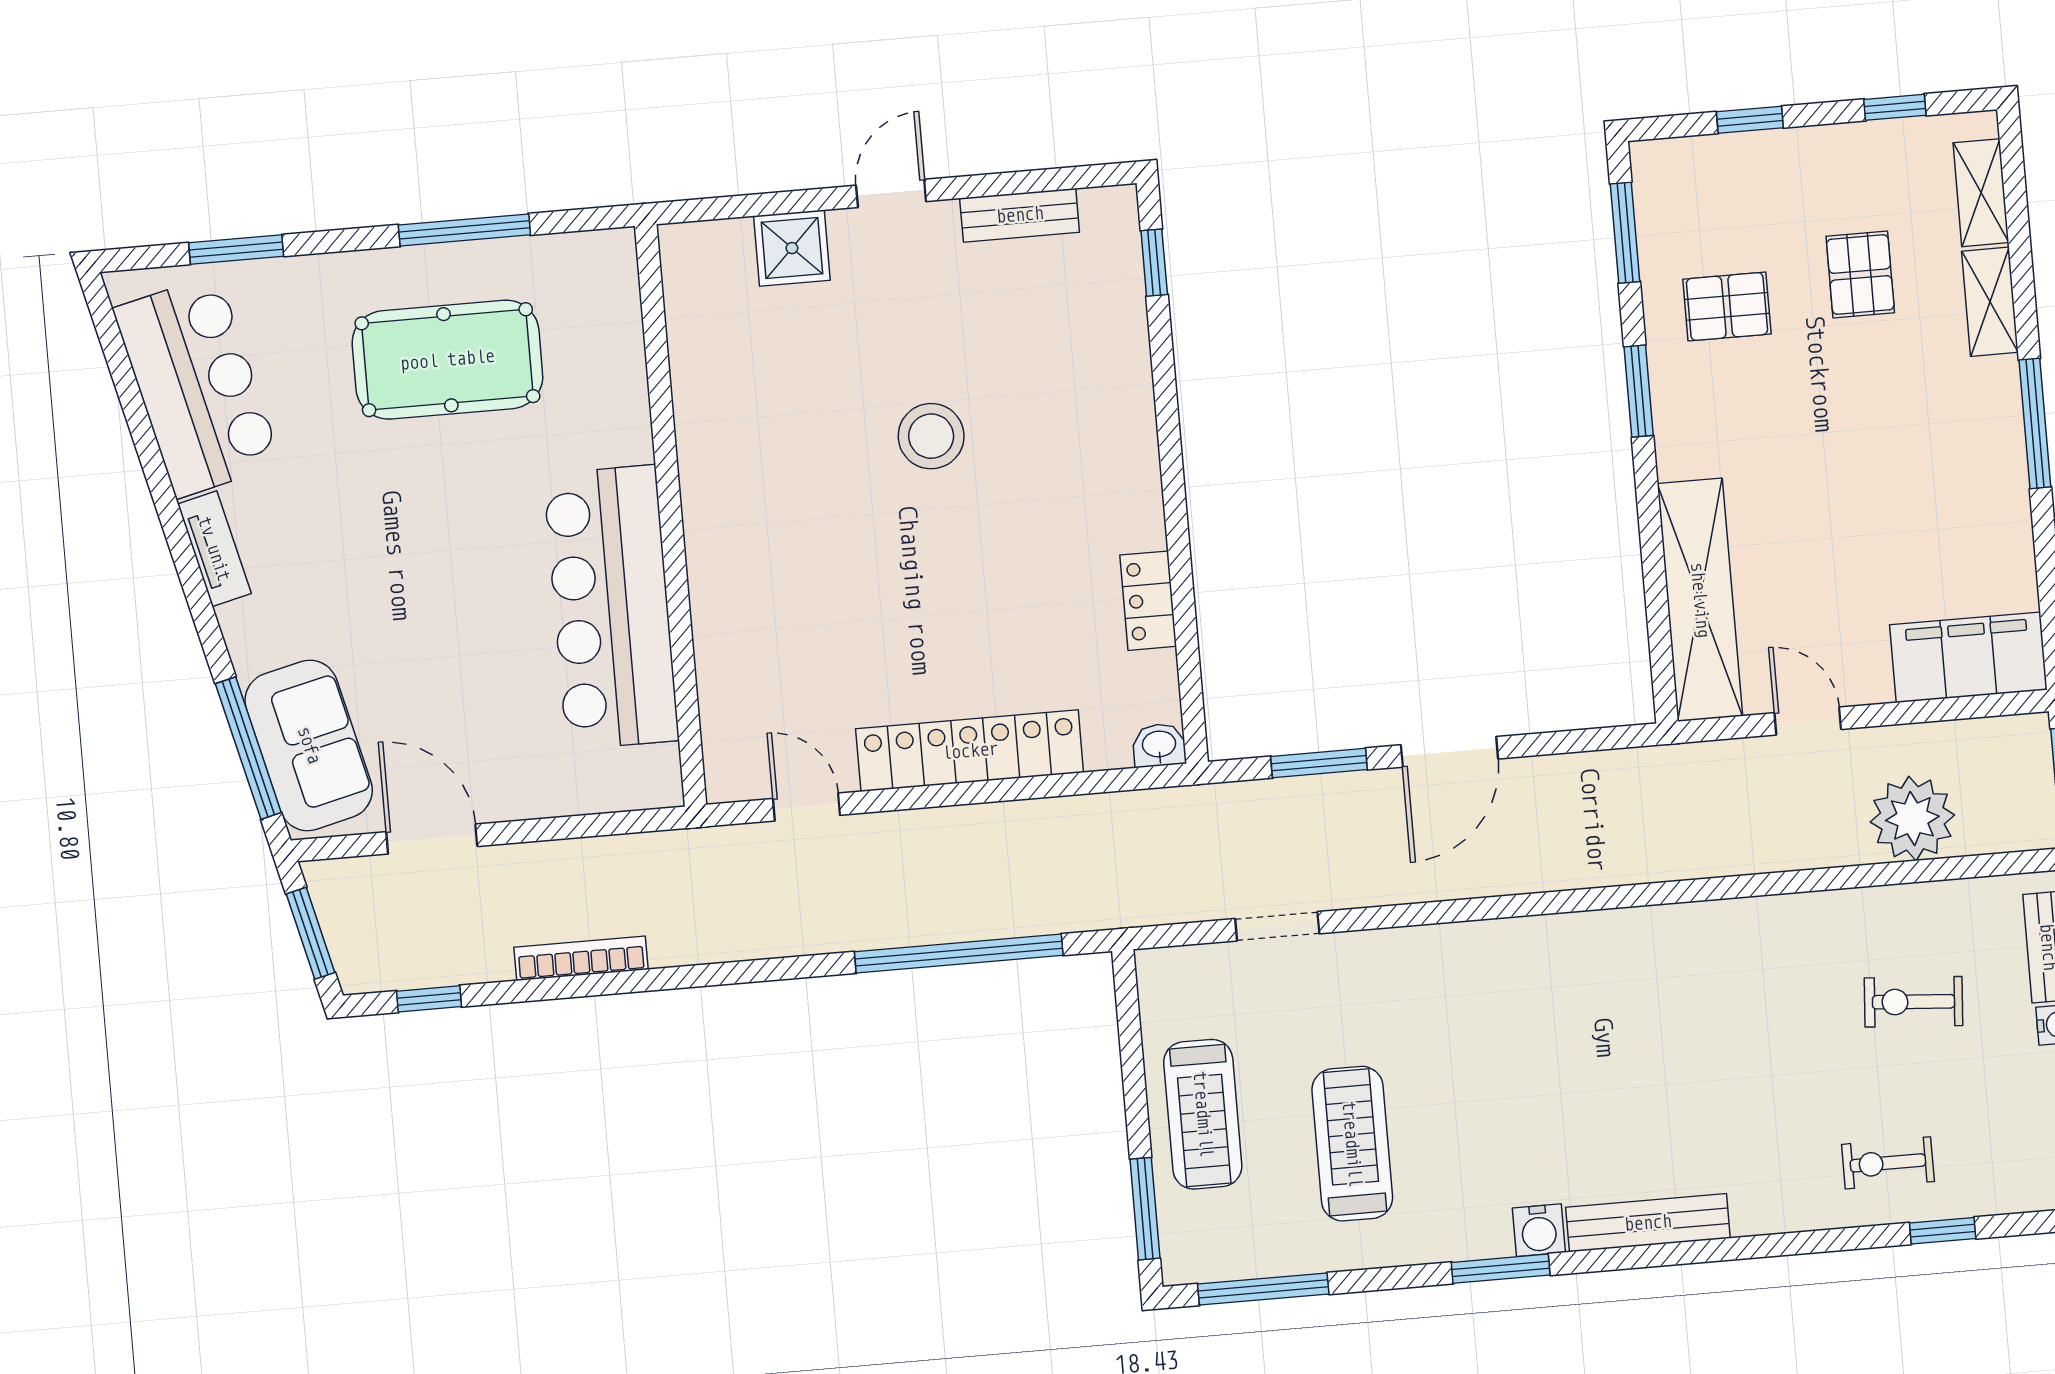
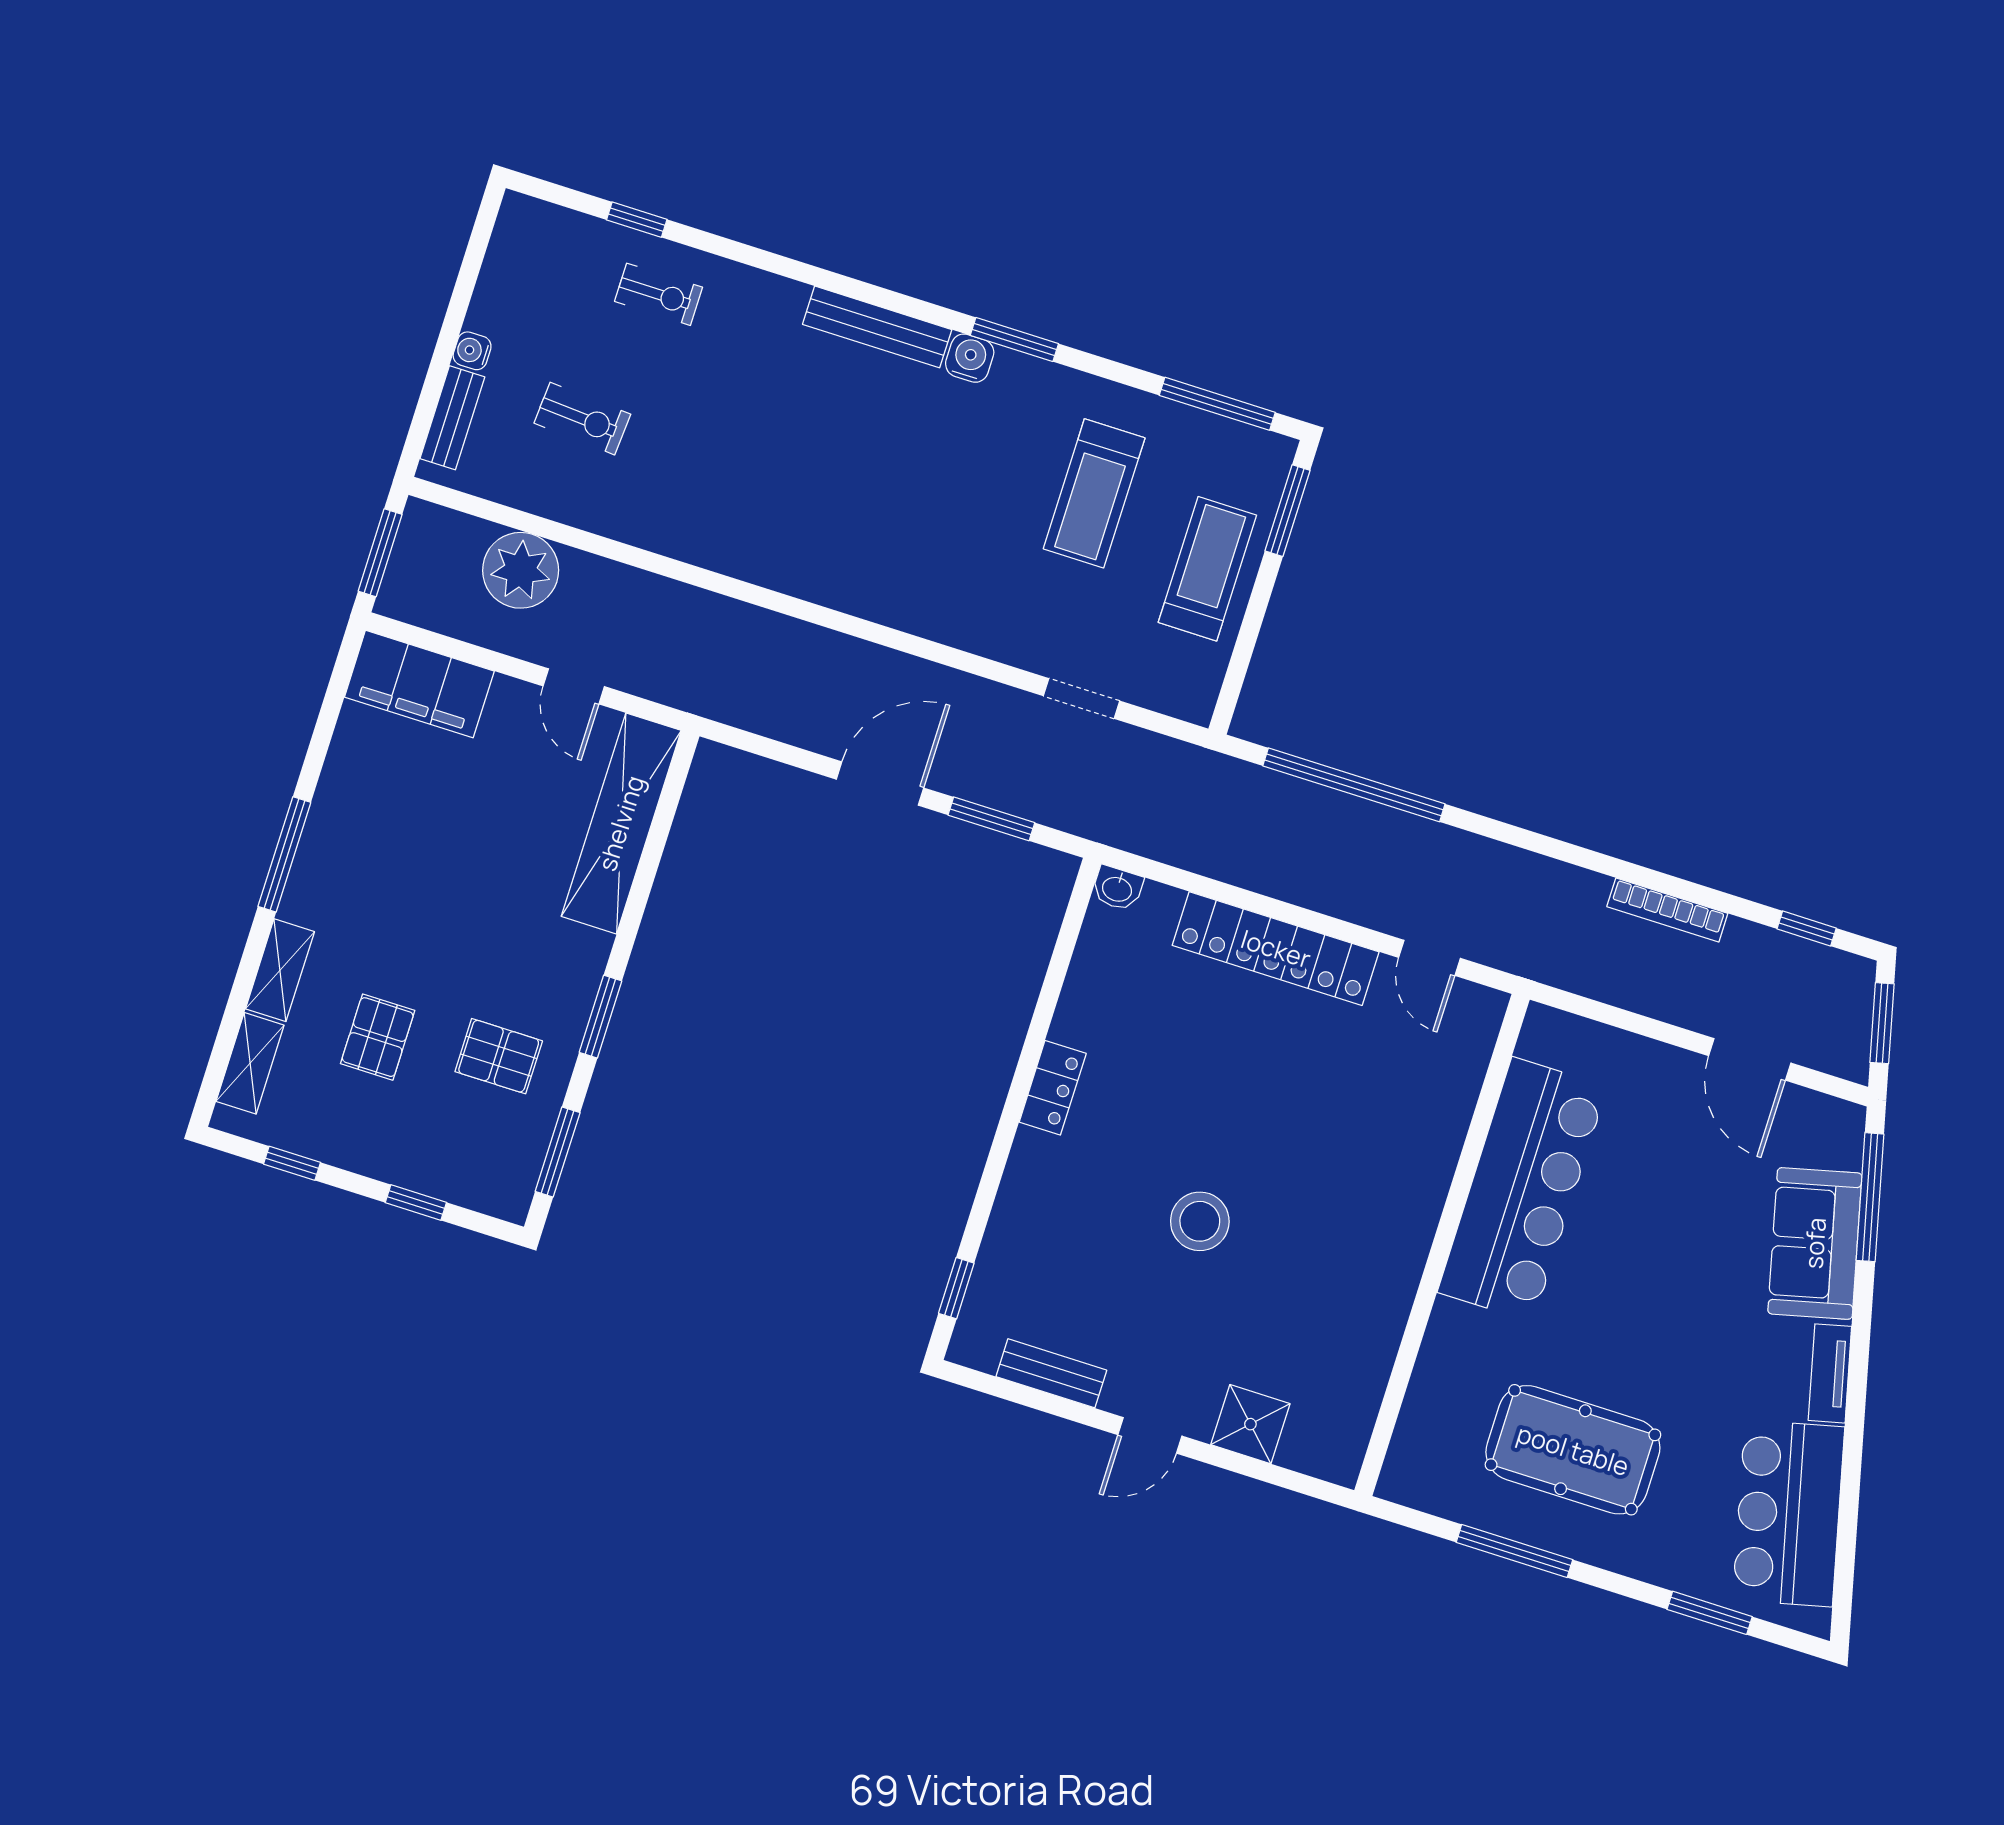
locker: (1148, 601) -> (1053, 1088), moved
sofa: (309, 745) -> (1815, 1243), moved

